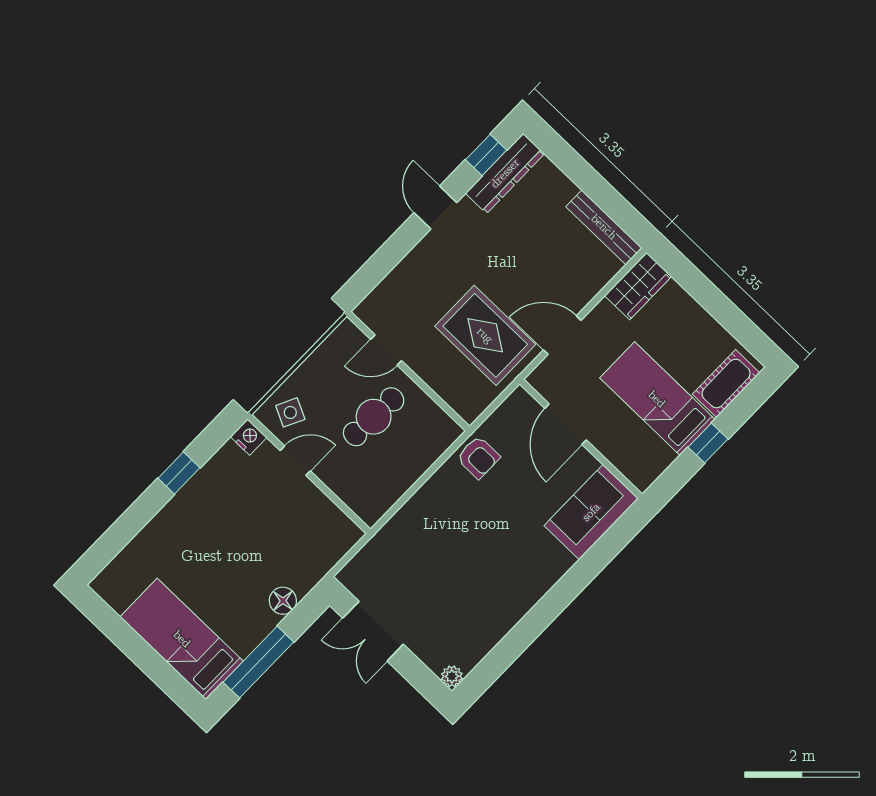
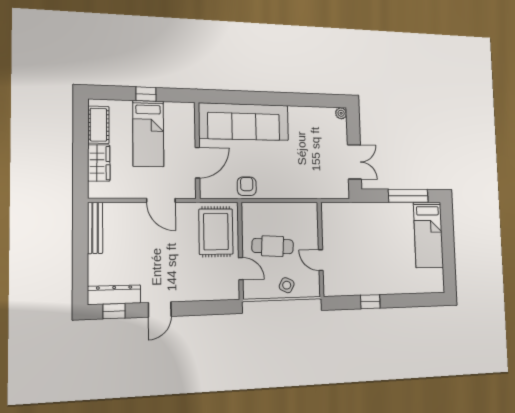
wardrobe: (638, 286) -> (99, 163), moved, turned 90
rug: (485, 335) -> (216, 232), moved
cot: (726, 384) -> (98, 125), moved, turned 90
side table: (290, 412) -> (287, 285), moved
nightstand: (249, 437) -> (330, 289), removed
sofa: (591, 512) -> (244, 122), width x1.85, depth x1.27
floor lamp: (283, 601) -> (377, 210), removed

